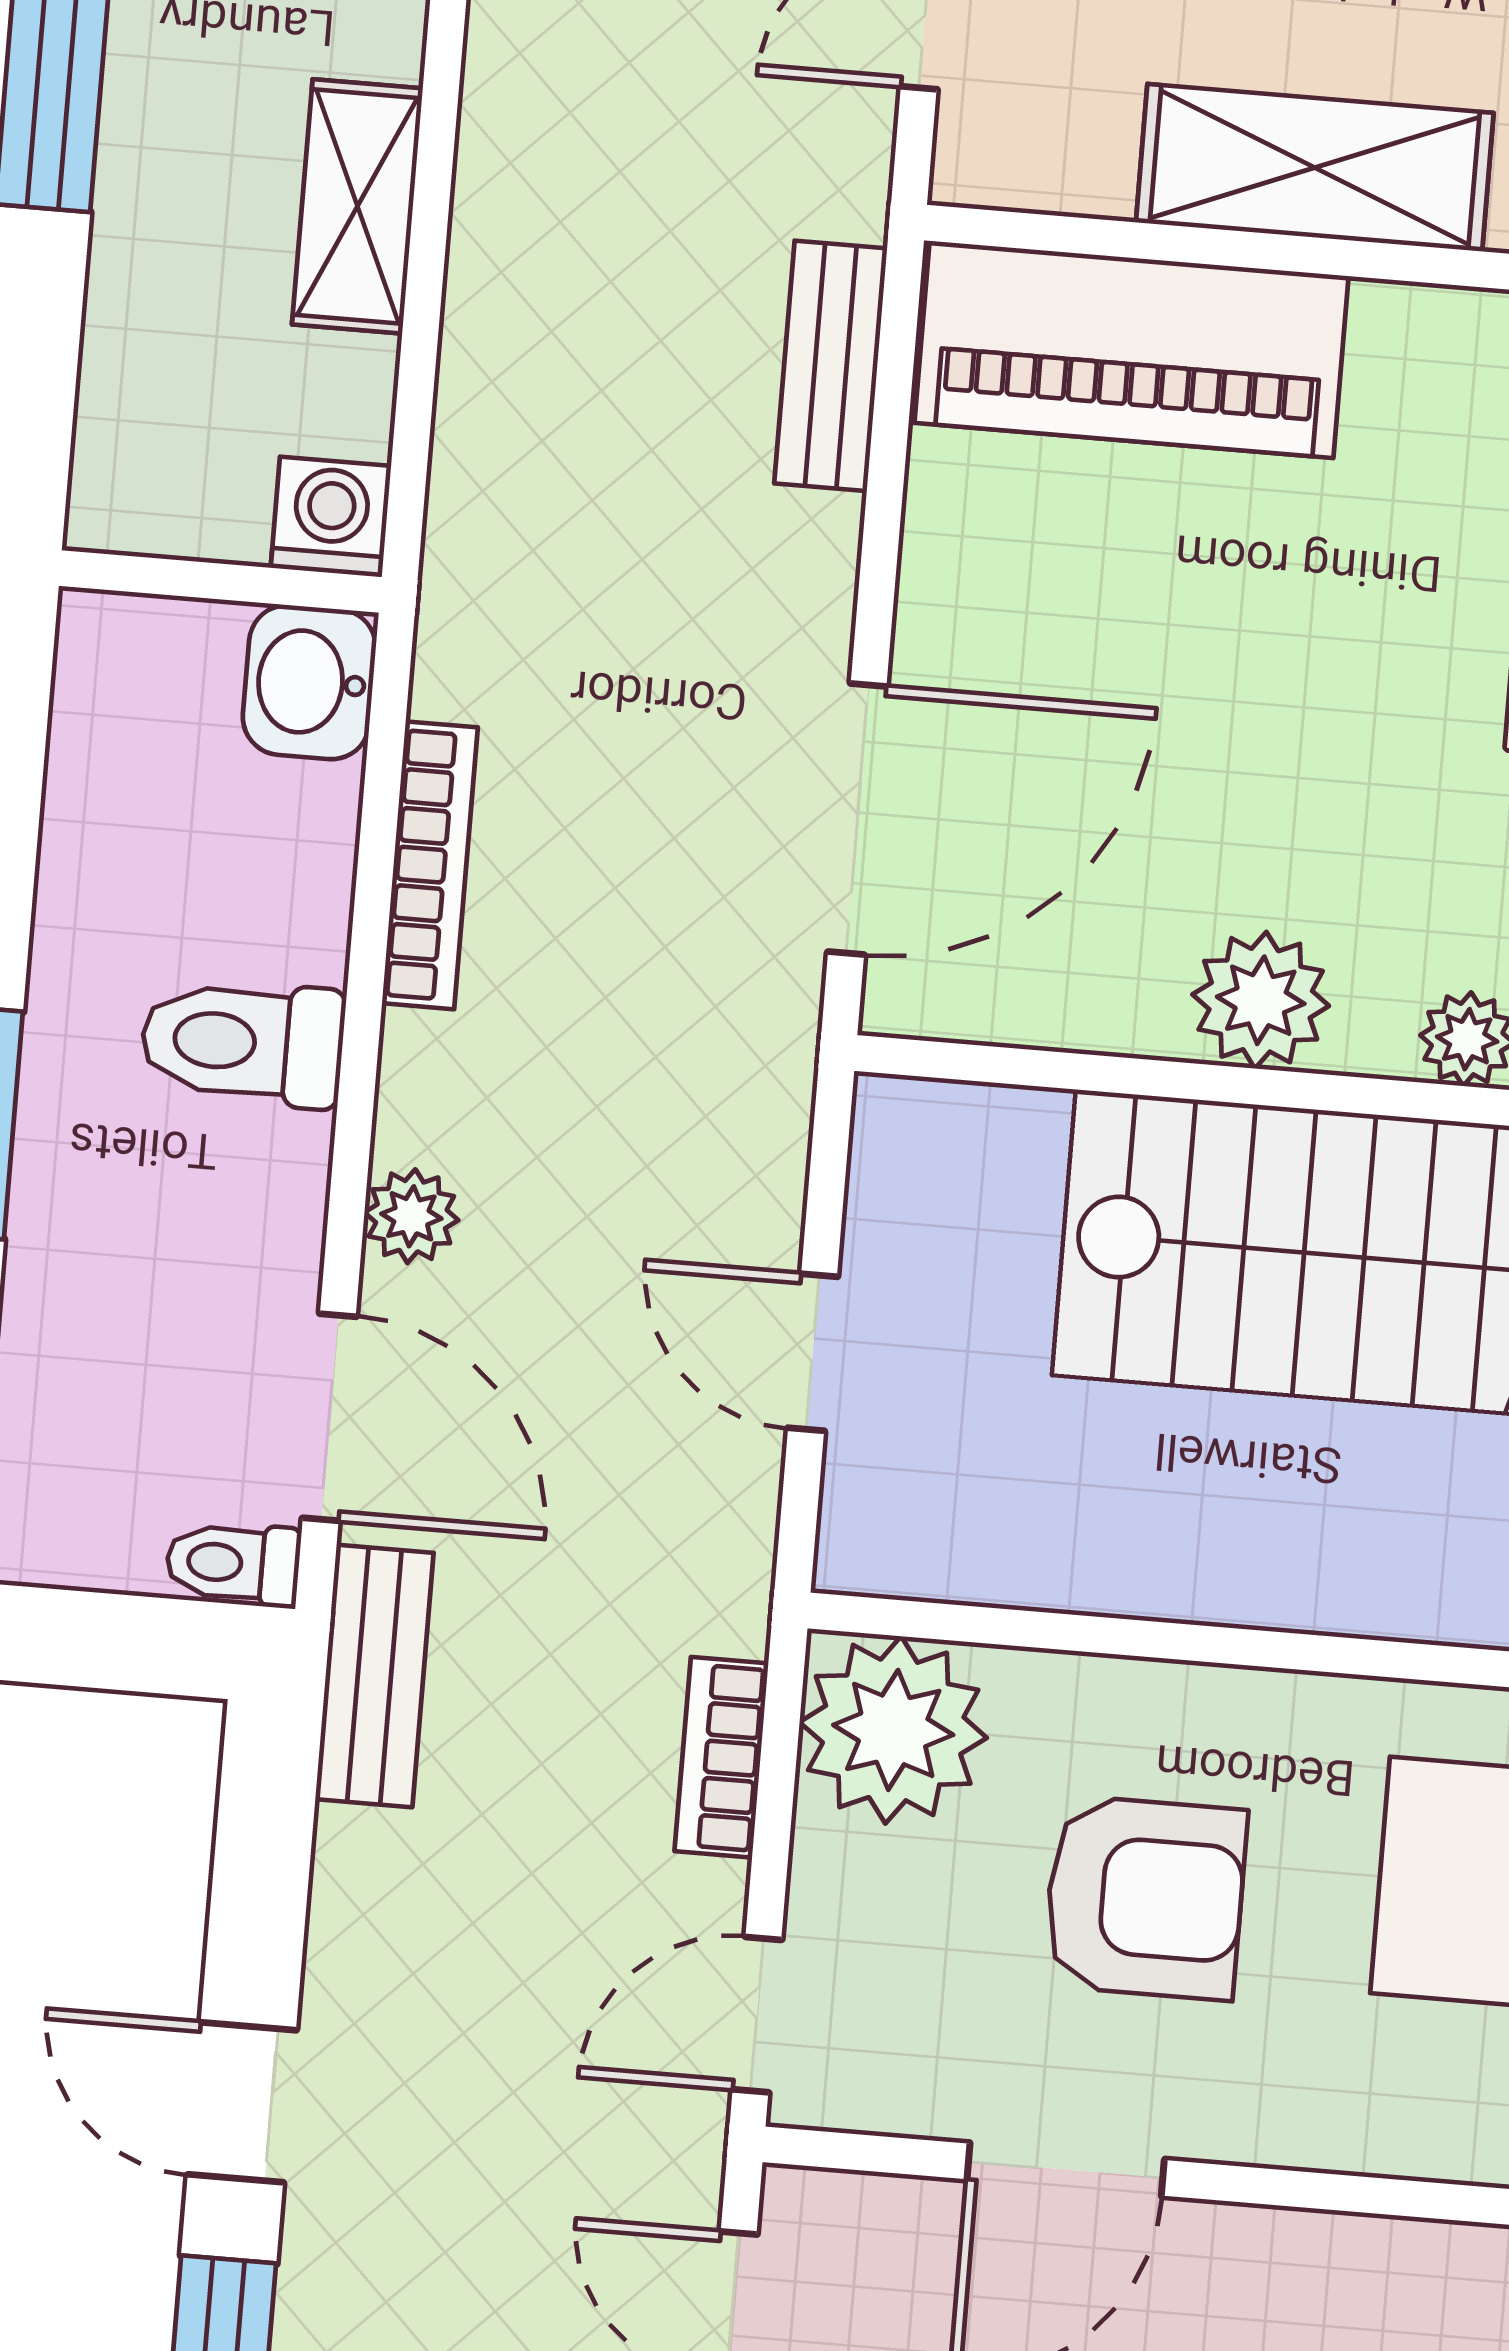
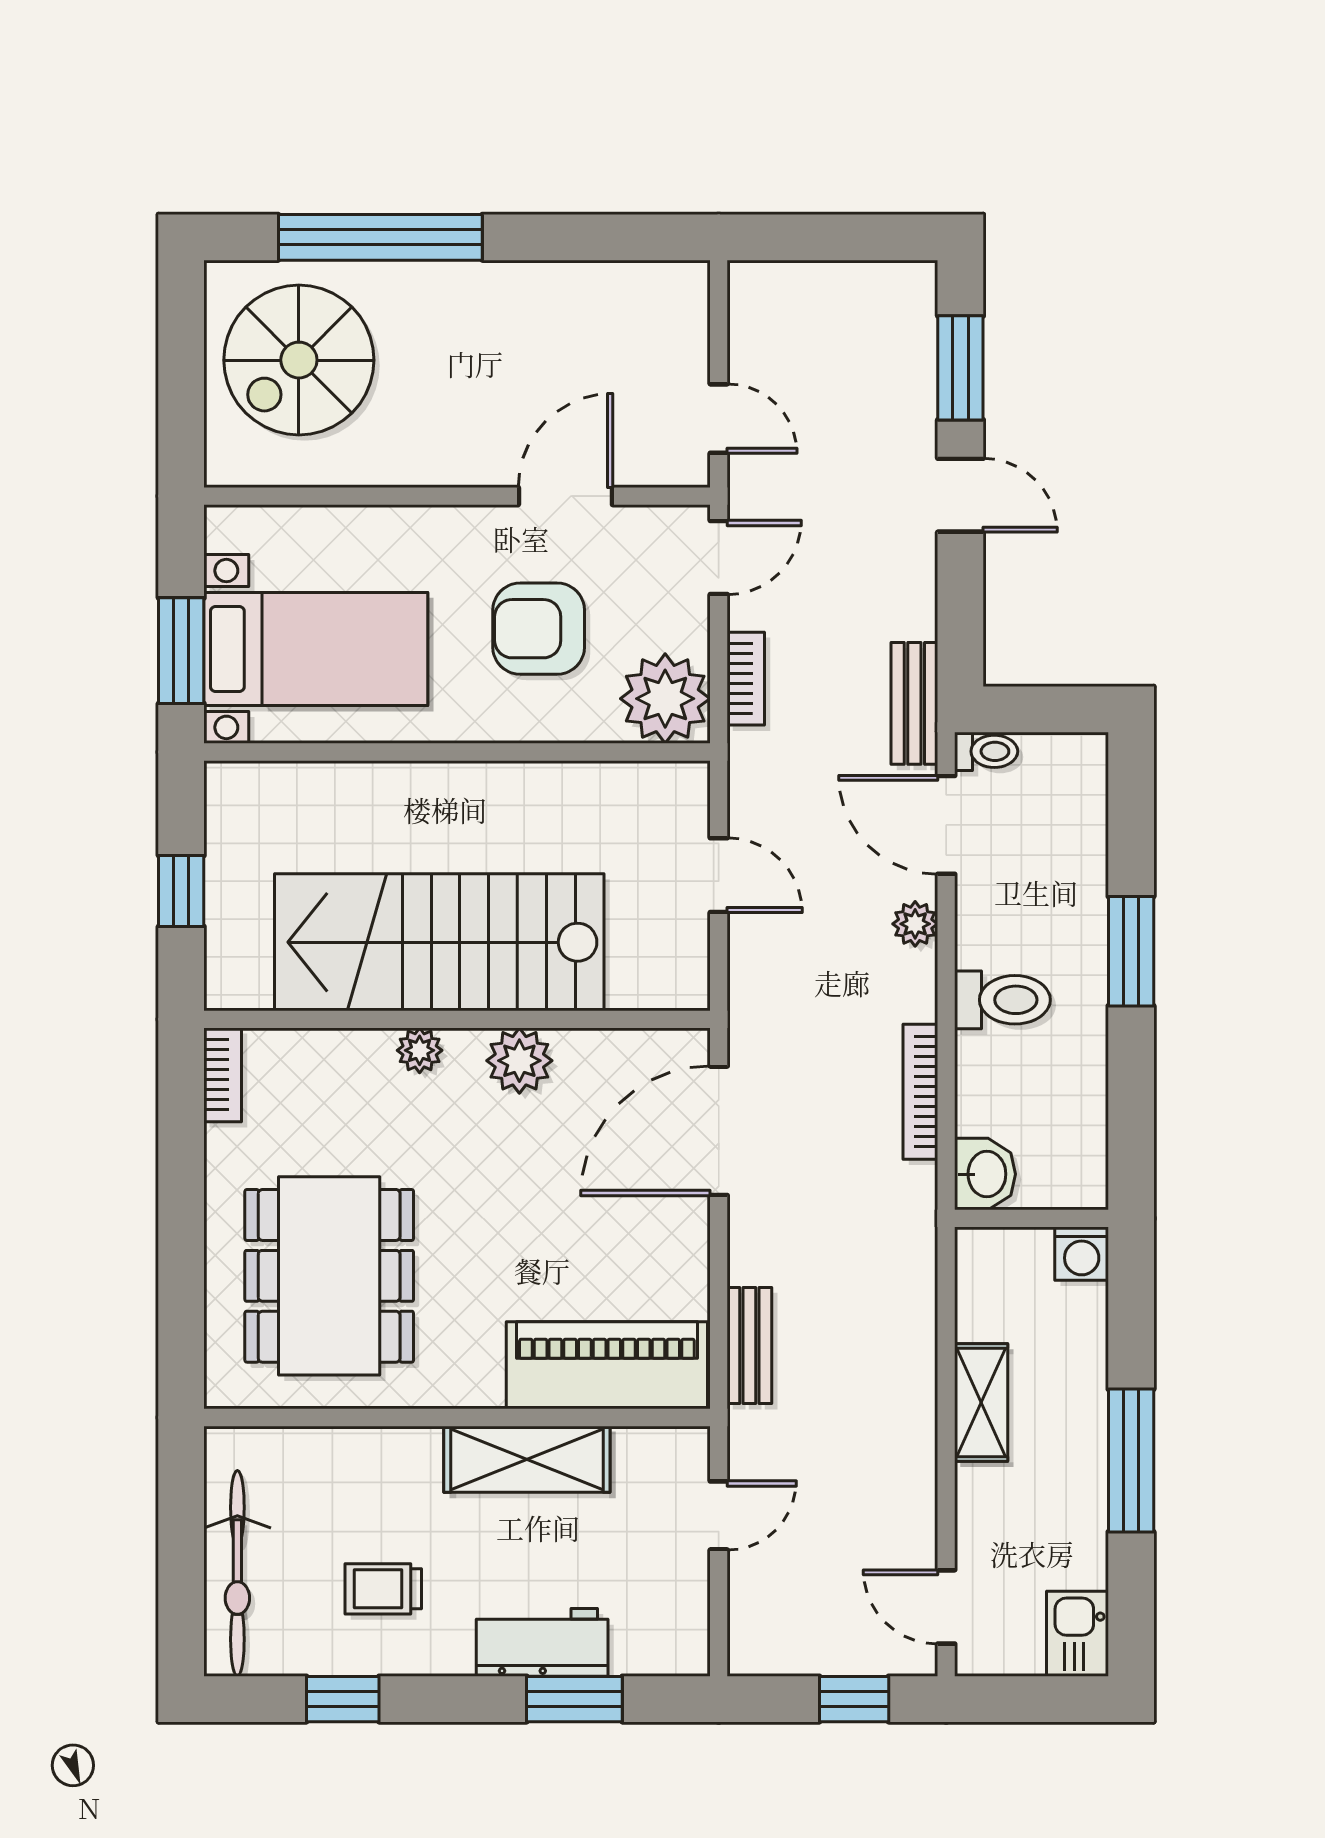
washing machine: (331, 517) -> (1082, 1254), moved

